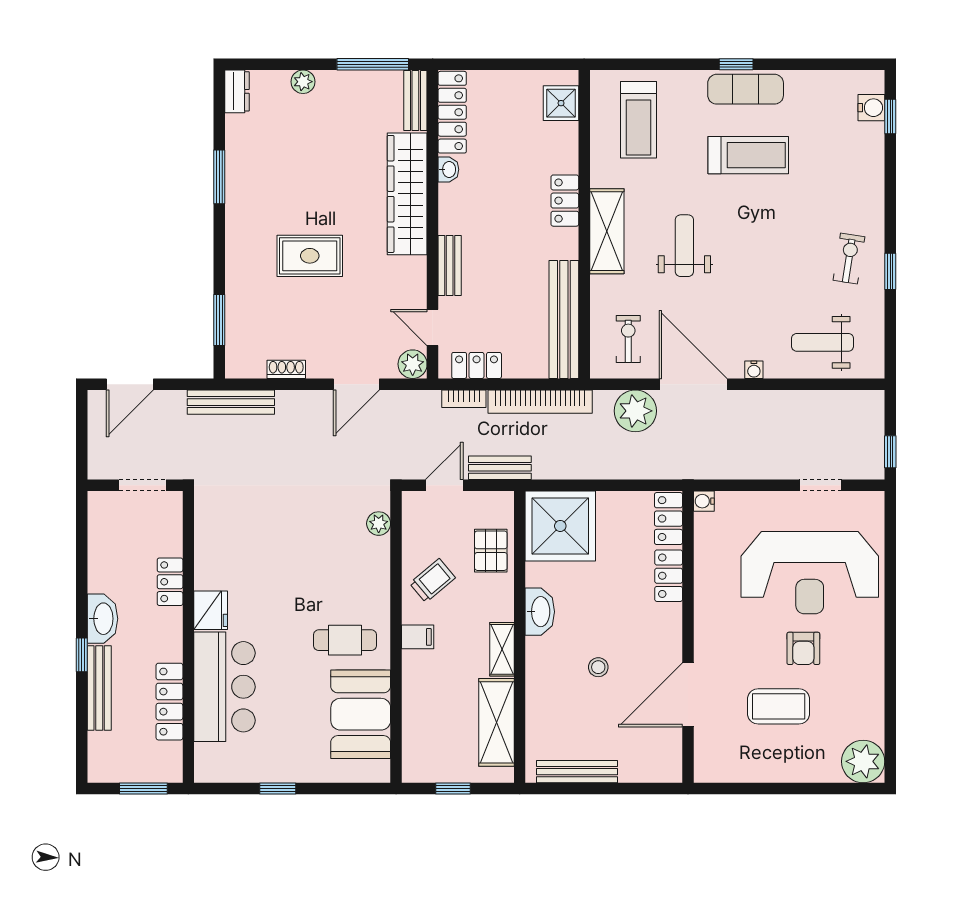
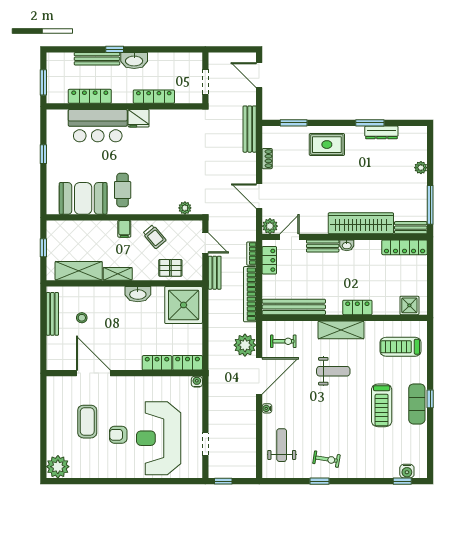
dresser: (237, 91) -> (381, 132), moved, width x1.44
washbasin: (448, 169) -> (347, 245), moved
rug: (310, 256) -> (327, 145), moved, turned 90
locker: (170, 582) -> (154, 97), width x1.53
stool: (598, 667) -> (82, 318), moved

